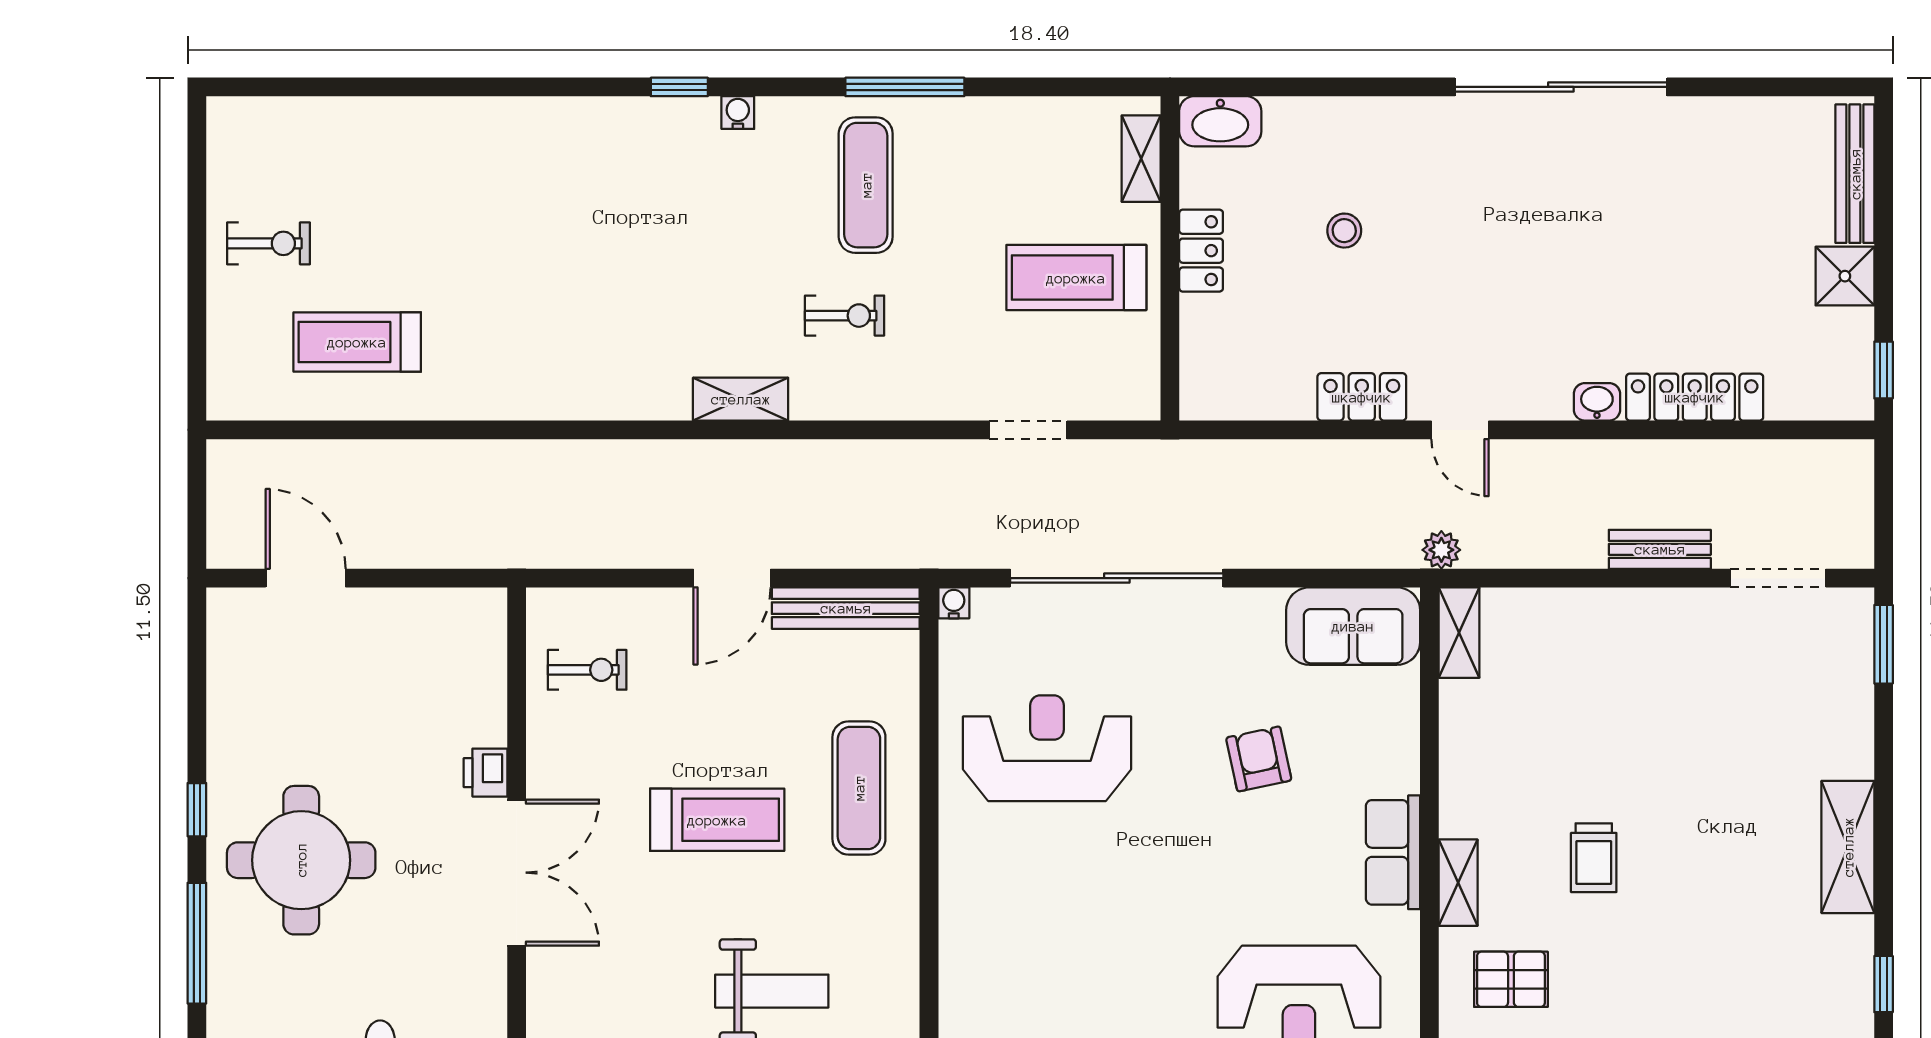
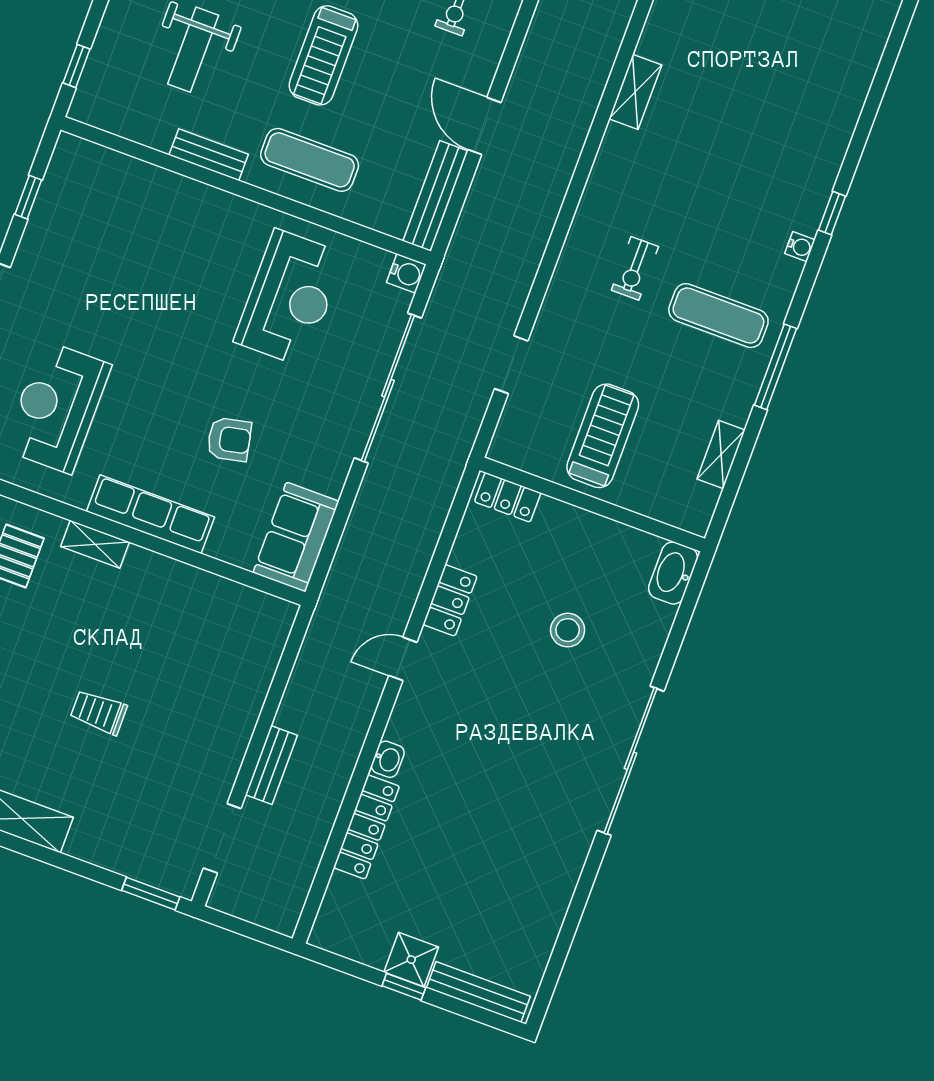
sliding door: (1561, 87) -> (631, 761), moved
shelving: (1141, 159) -> (721, 455), moved, turned 90
stool: (1344, 231) -> (568, 630), width x1.37, depth x1.37
locker: (1201, 251) -> (508, 497), moved
window: (1884, 370) -> (404, 987), moved
shelving: (741, 399) -> (635, 92), moved
plant: (1441, 550) -> (326, 616), removed
water cooler: (954, 603) -> (406, 273), width x1.38, depth x1.38
shelving: (1459, 633) -> (265, 607), removed
row of seats: (1393, 852) -> (150, 514), width x1.48
trolley: (1594, 858) -> (99, 712), moved
bench: (900, 921) -> (209, 155), added

